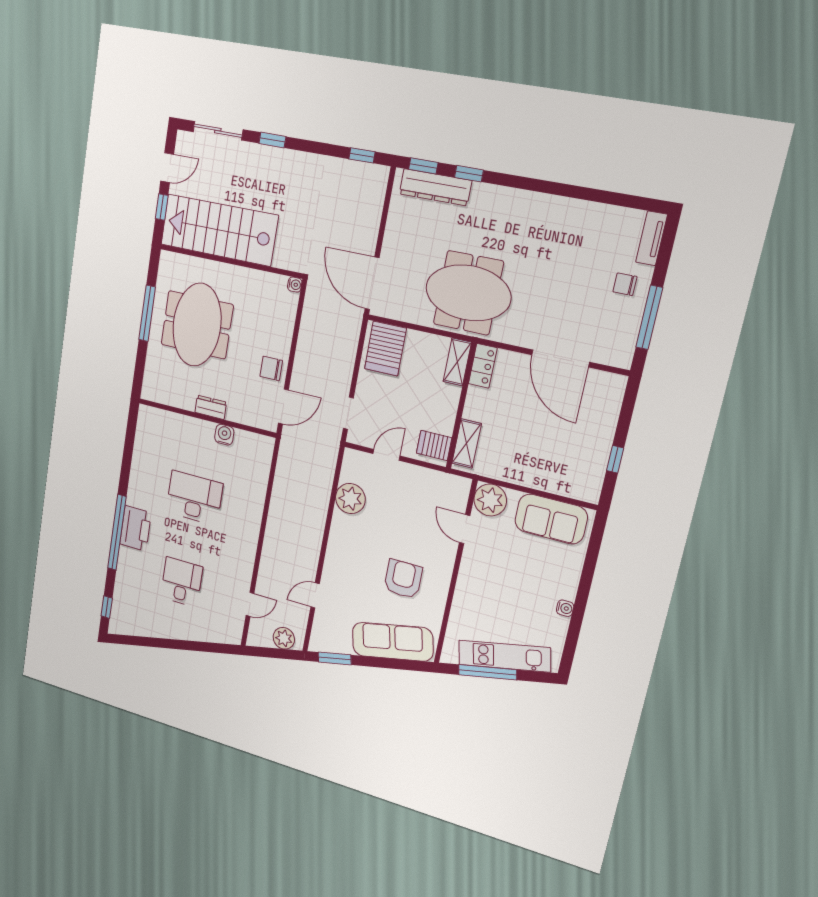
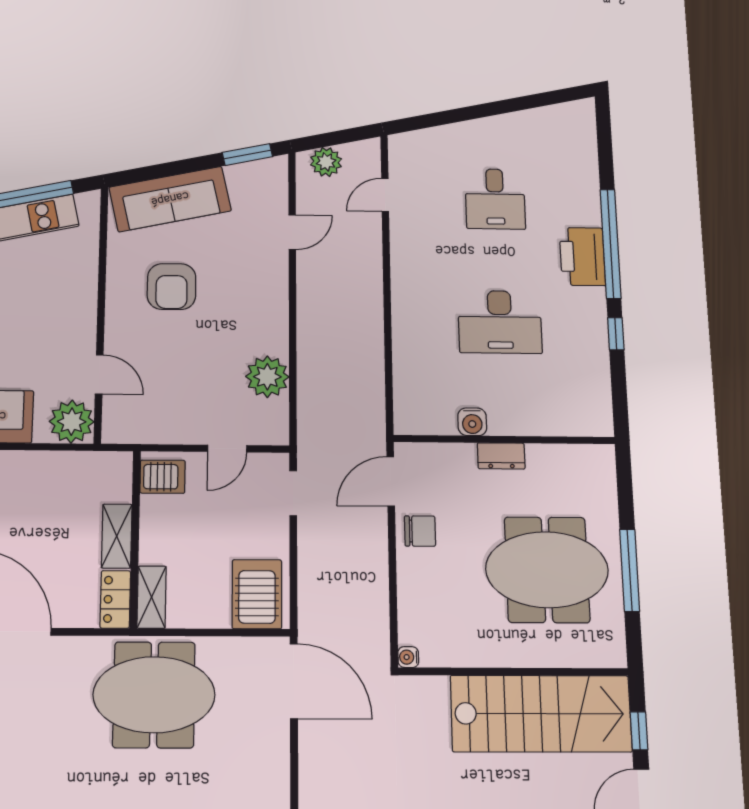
meeting table: (197, 325) -> (547, 570), turned 90
shelving: (467, 443) -> (117, 536), moved
window: (107, 607) -> (616, 334), moved

